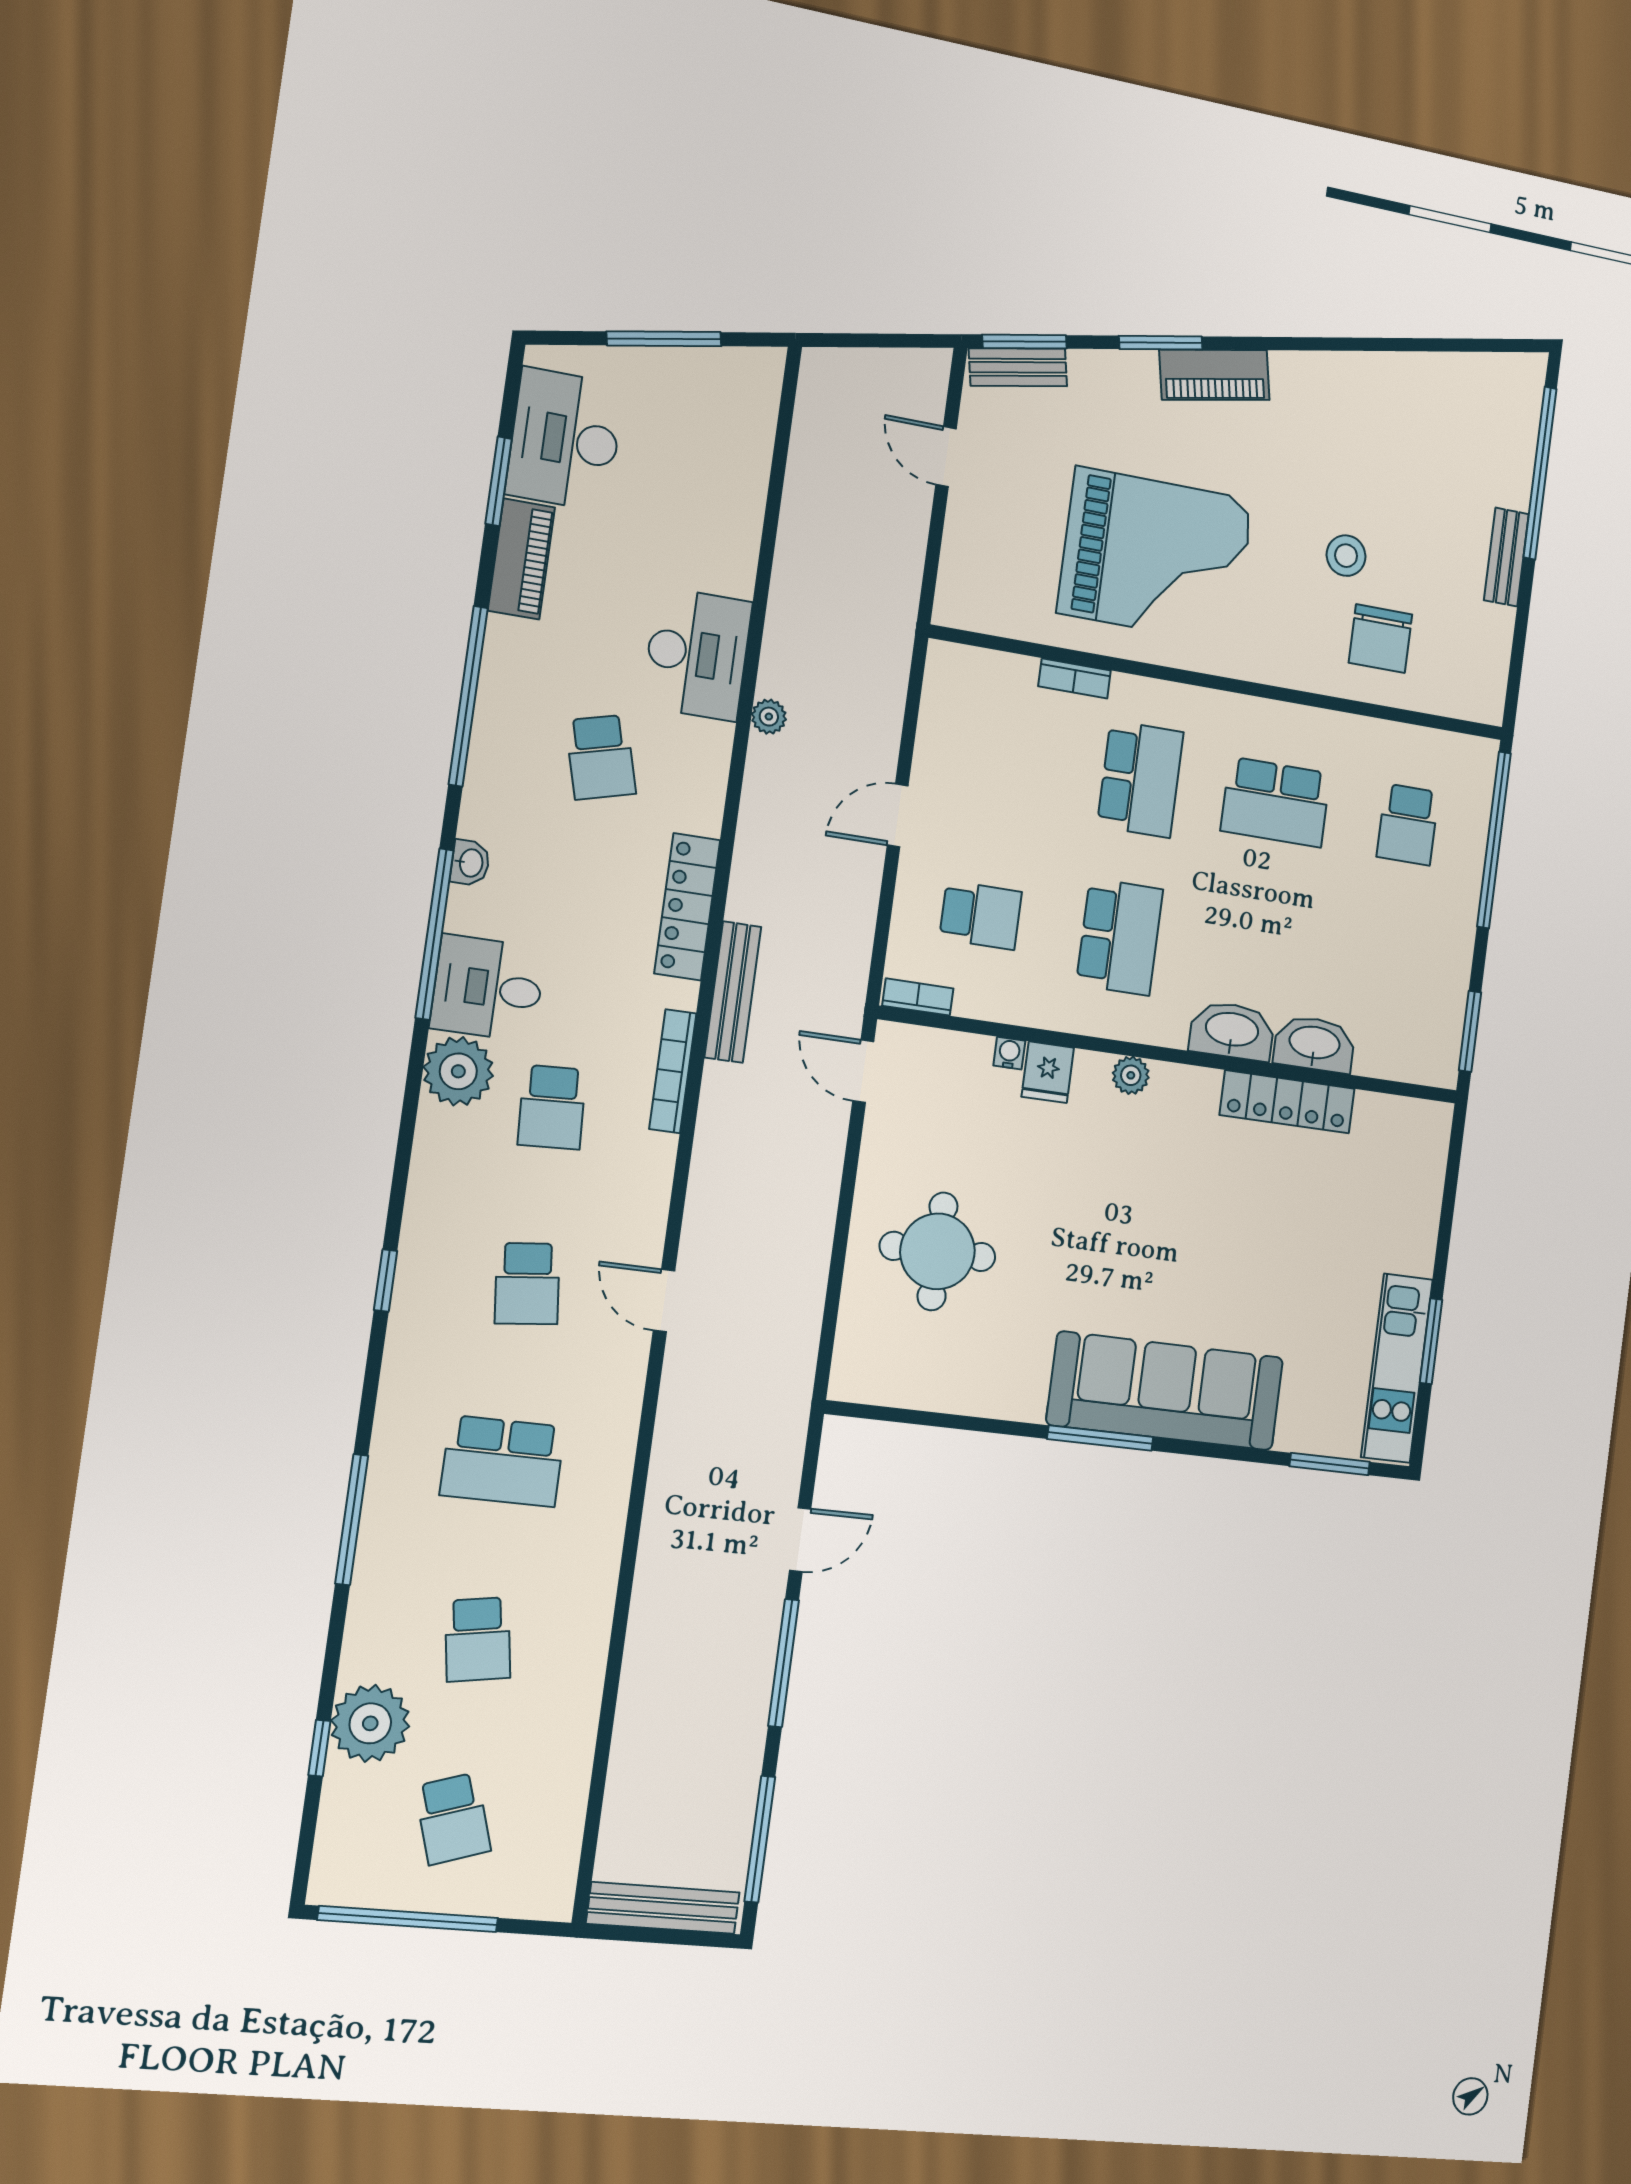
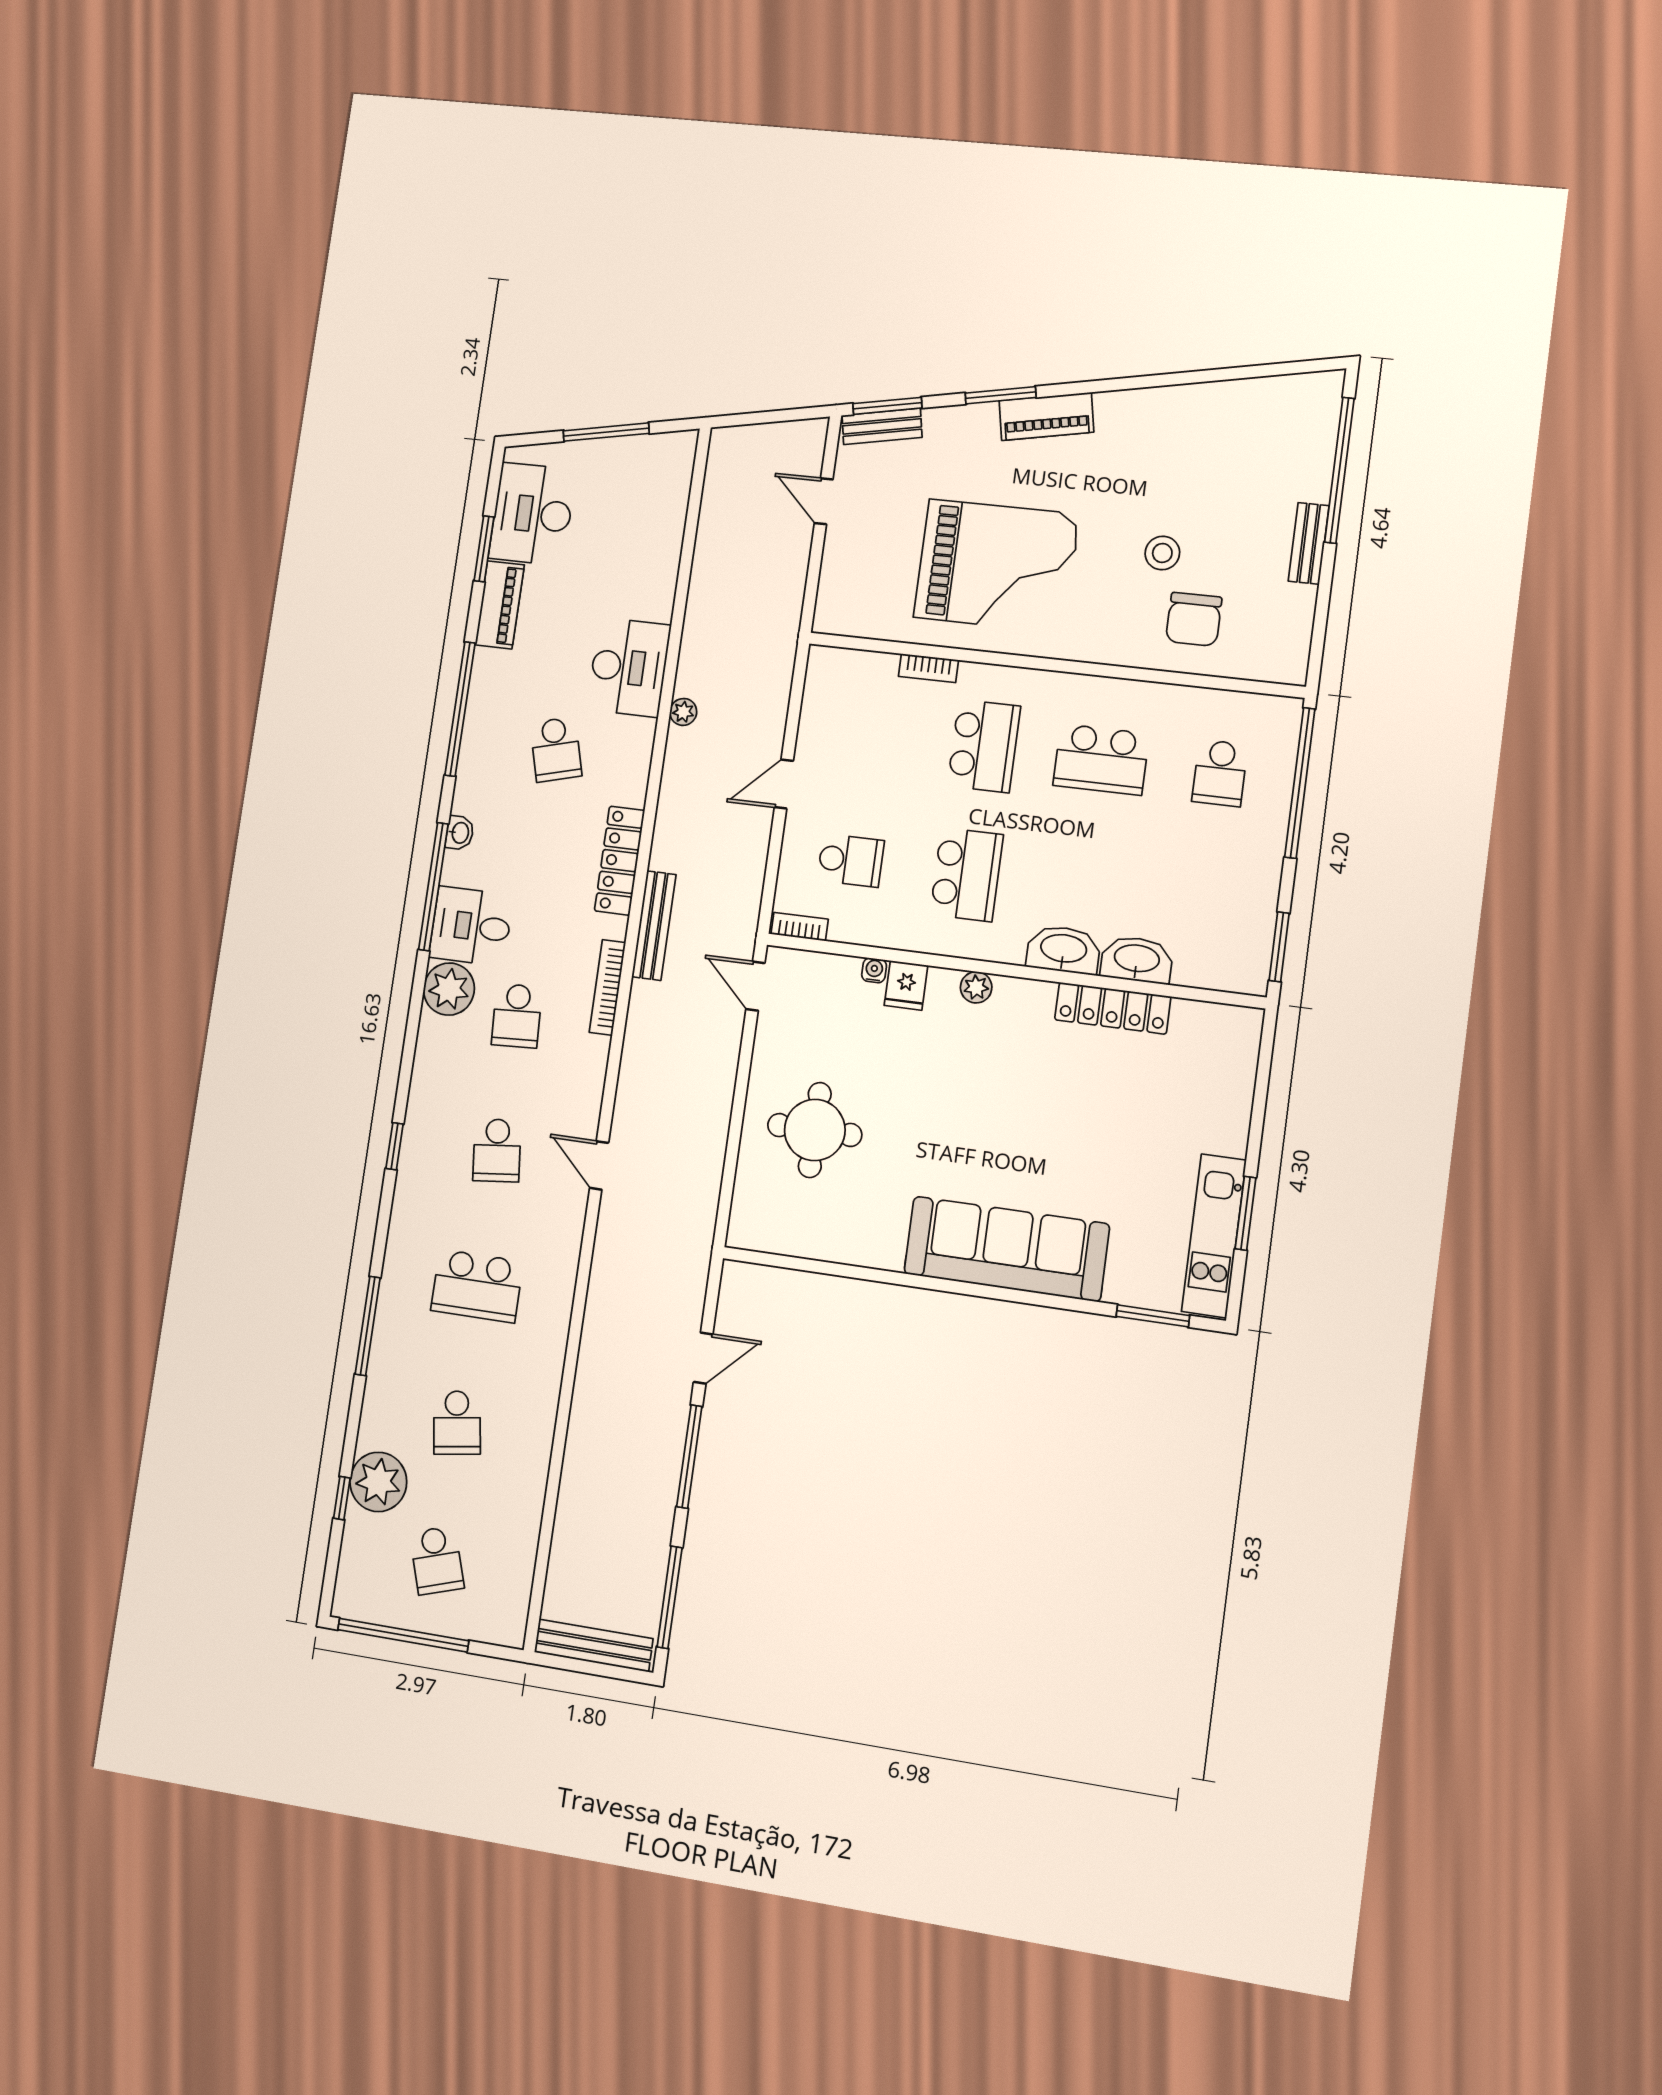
window: (1100, 1438) -> (950, 1286), removed

